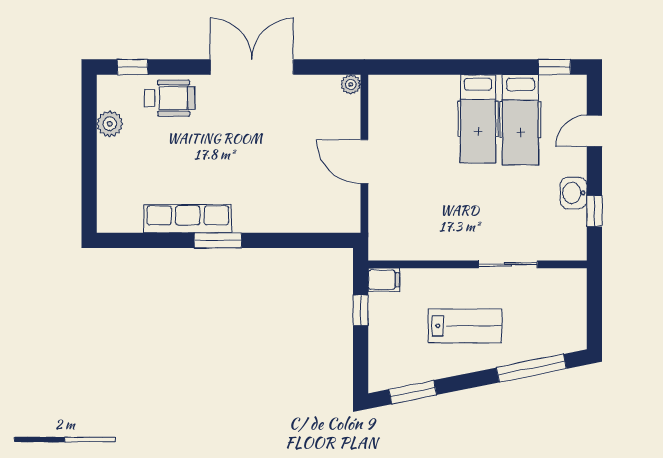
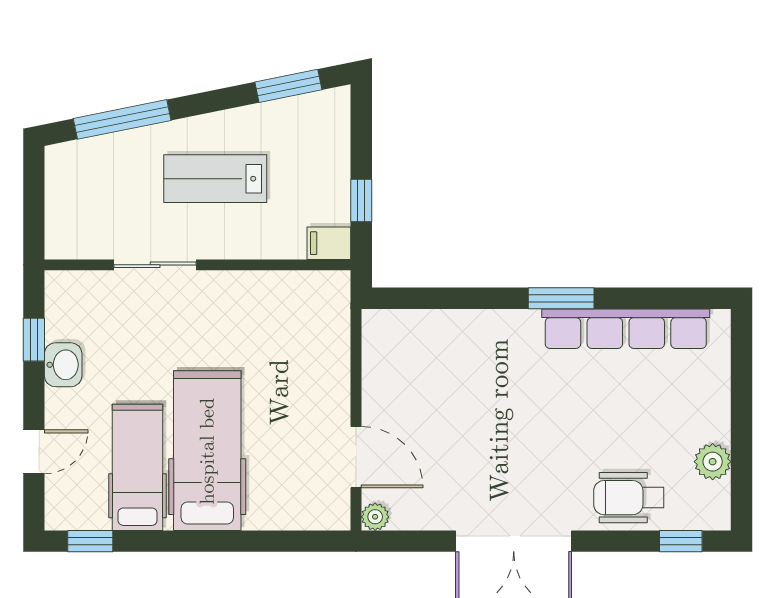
hospital bed: (478, 119) -> (207, 451), width x1.37, depth x1.29
door: (364, 162) -> (356, 457), moved
row of seats: (188, 219) -> (626, 329), width x1.36

